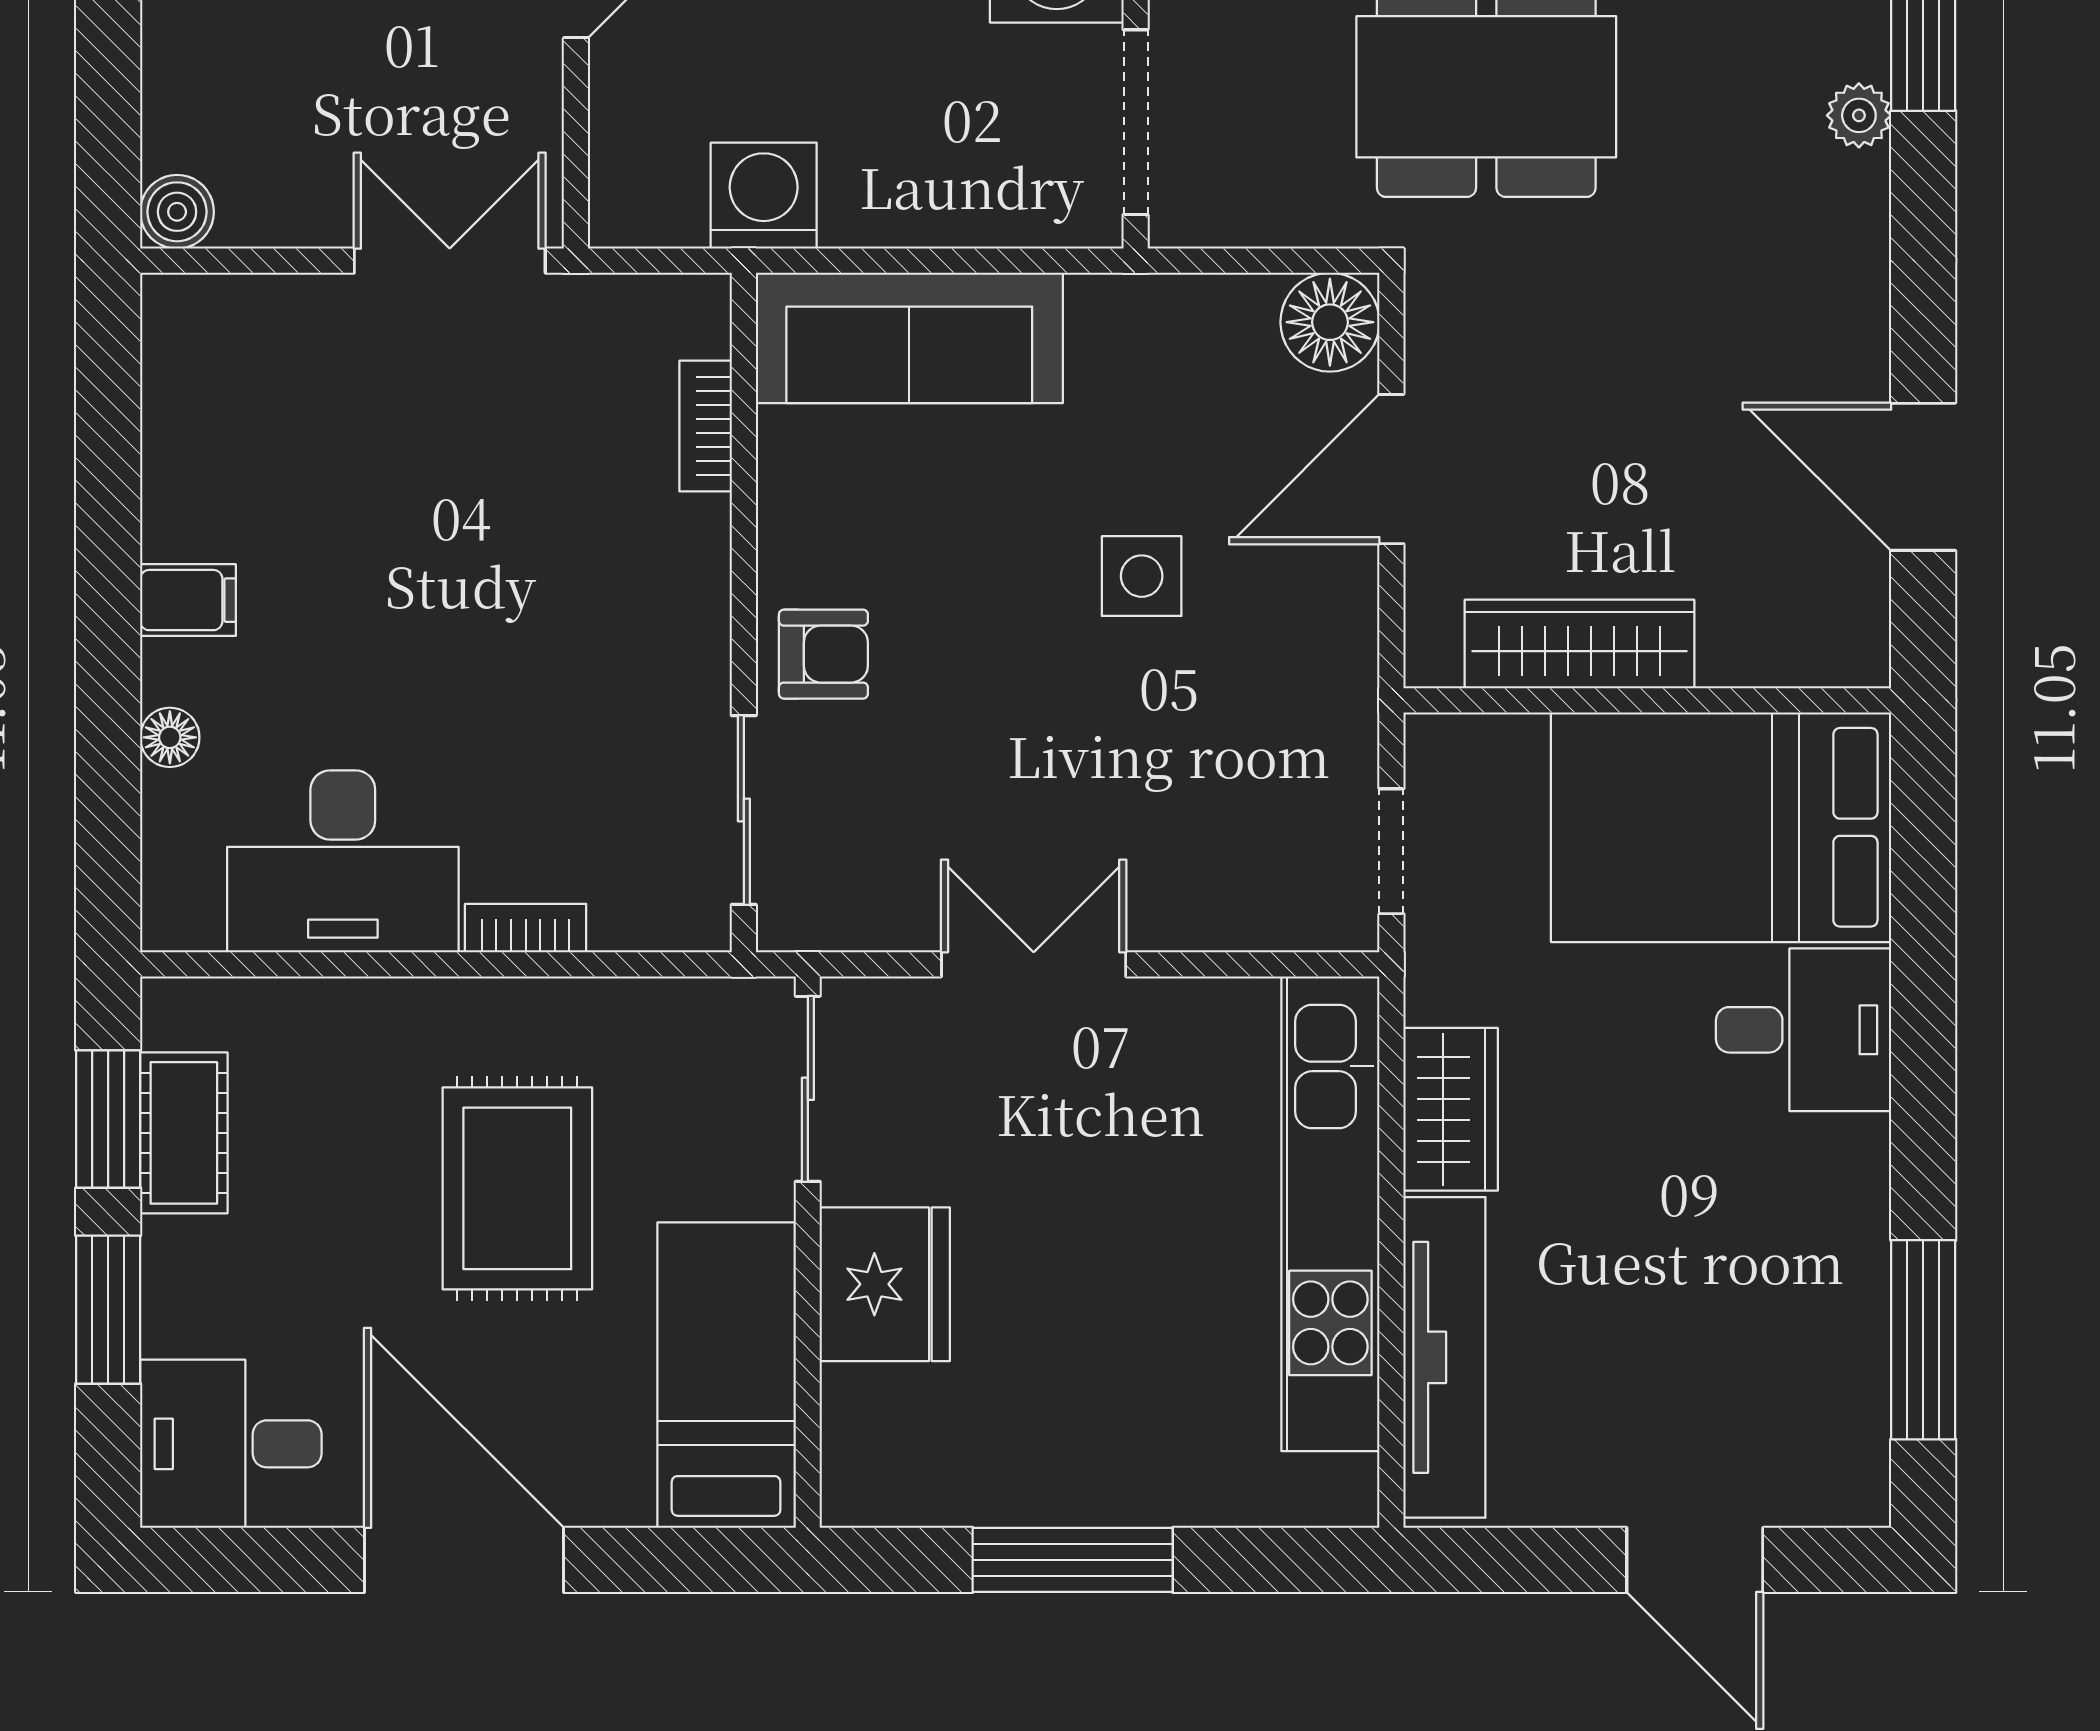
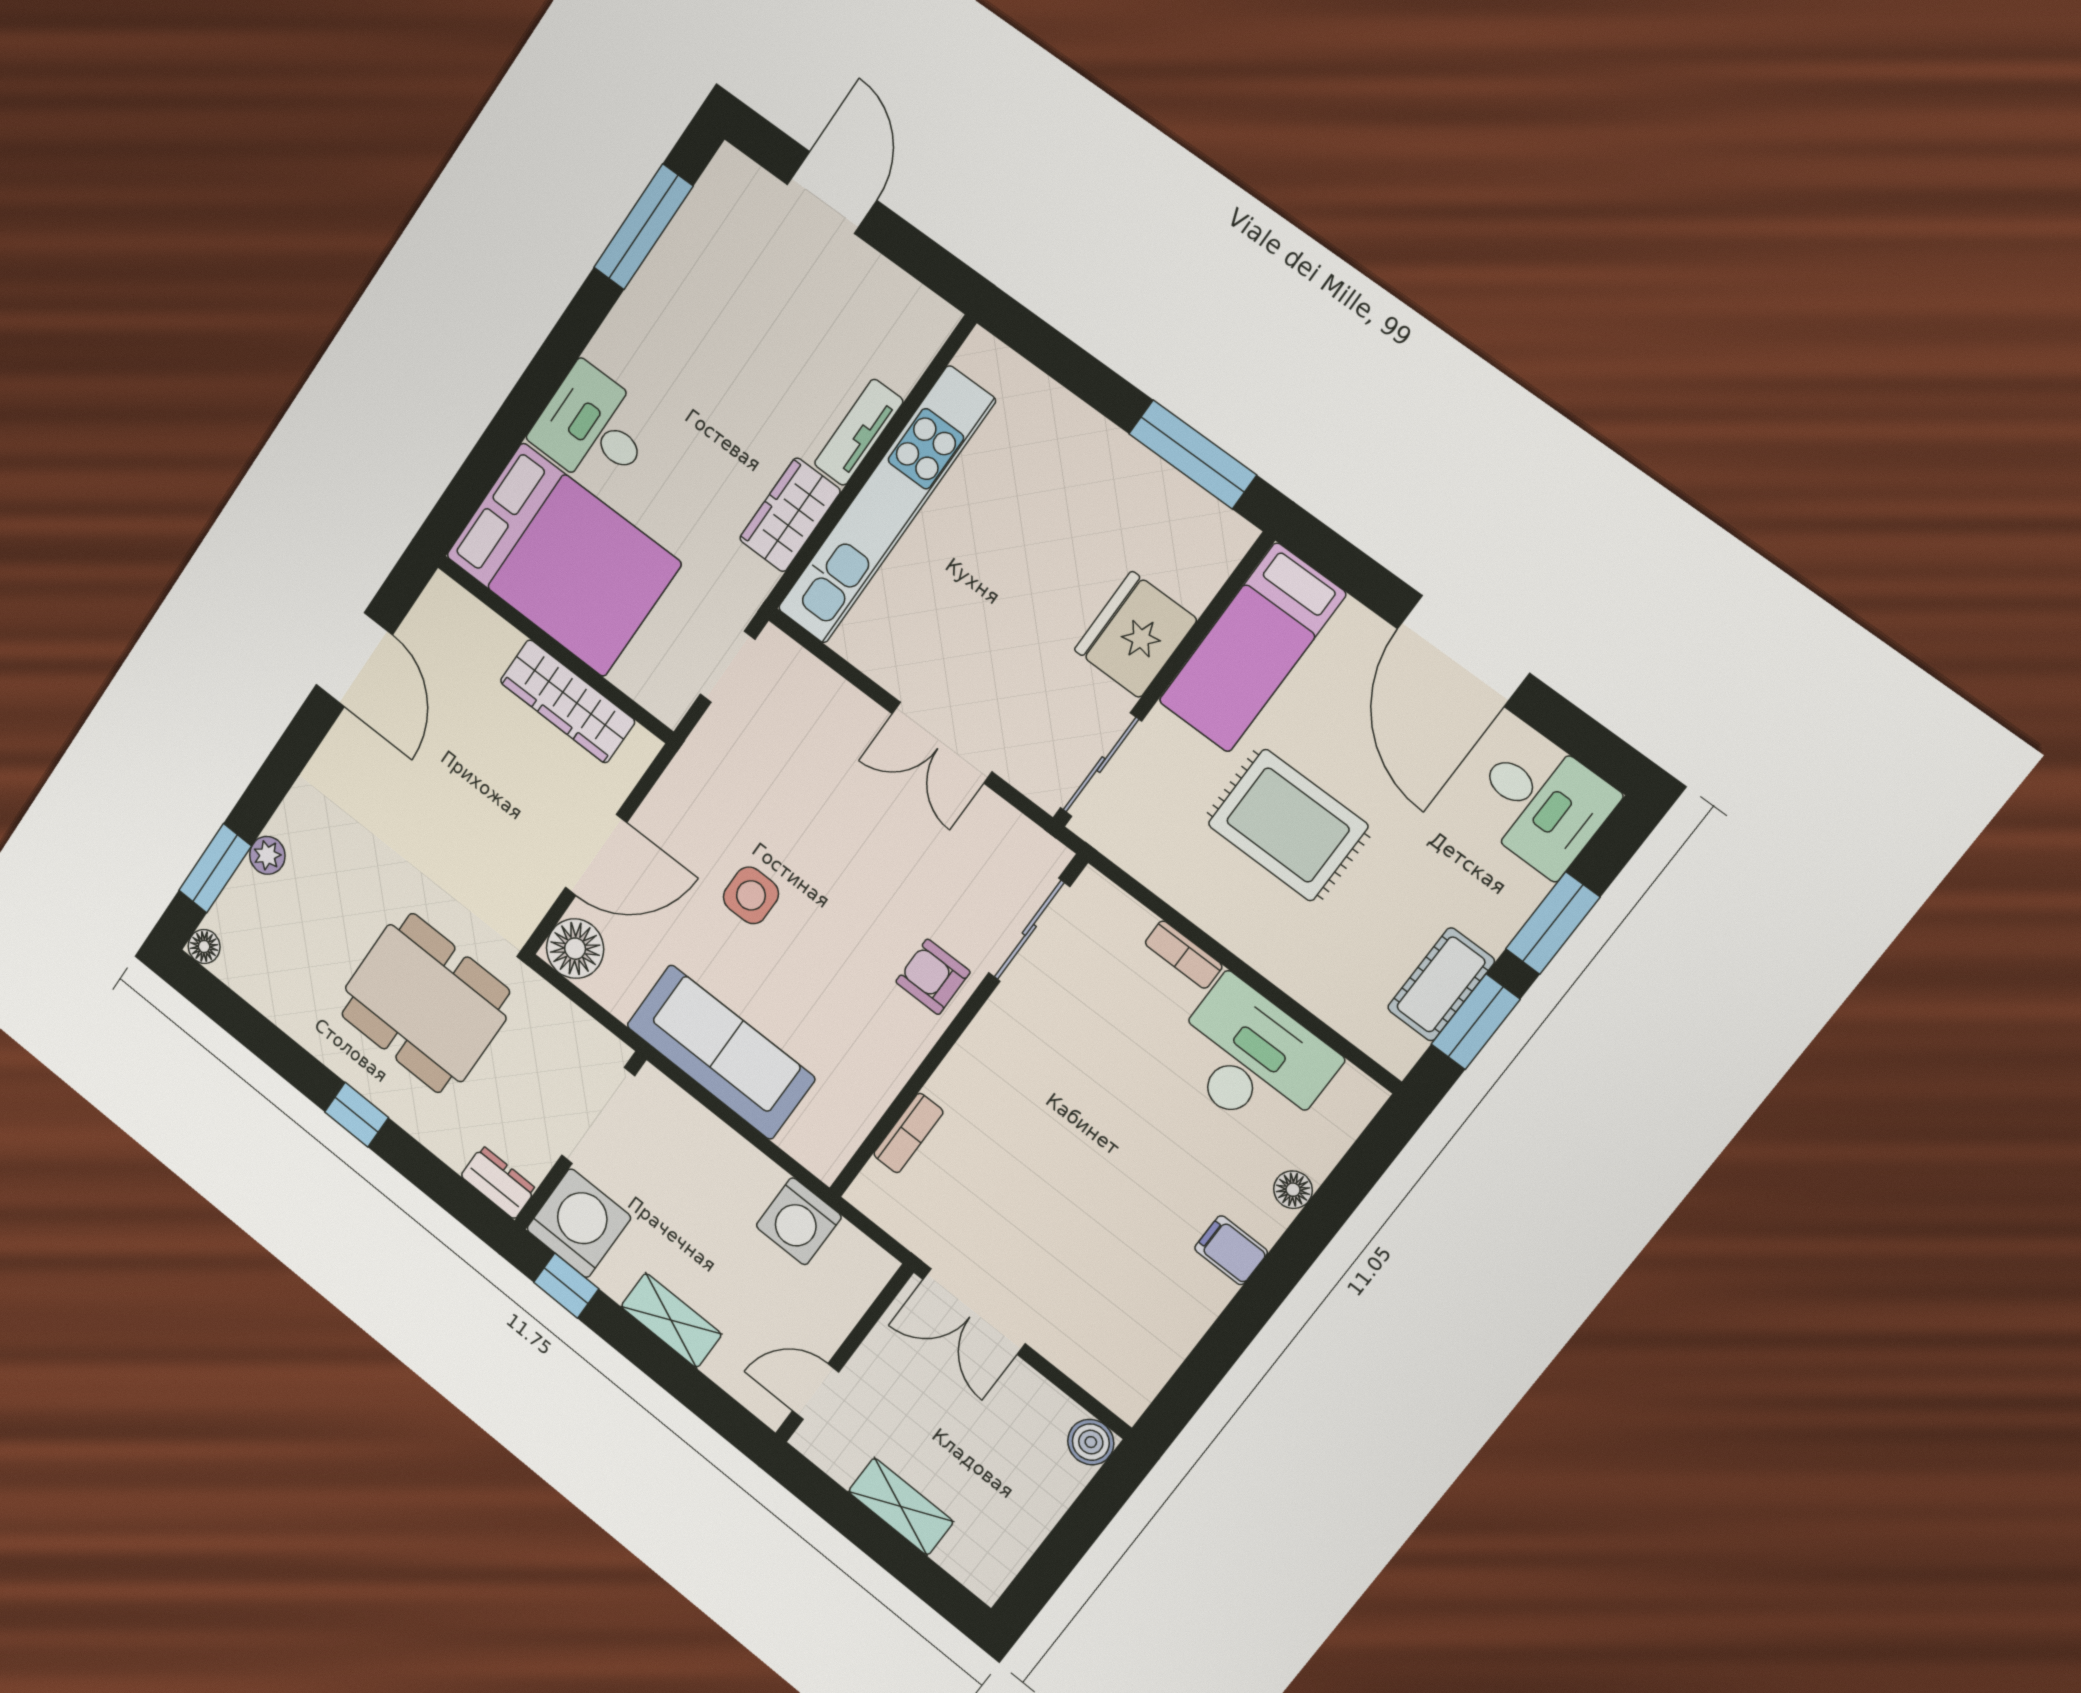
sofa: (909, 338) -> (721, 1052), moved
rug: (517, 1188) -> (1288, 825), turned 90
tv unit: (1444, 1357) -> (859, 432), width x0.52, depth x0.78
window: (1073, 1560) -> (1193, 454), moved

